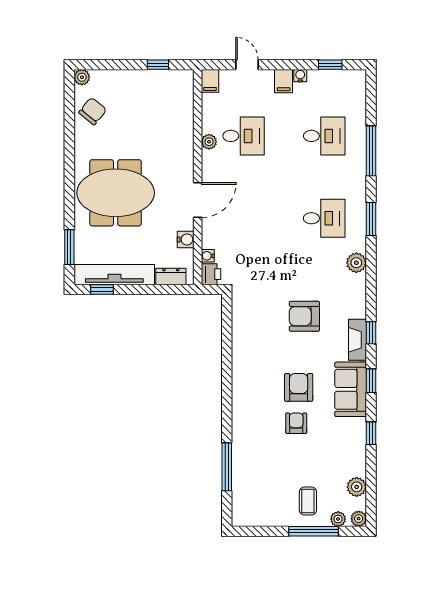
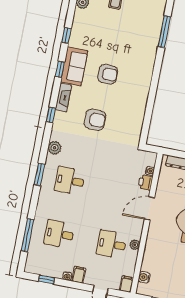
window: (371, 151) -> (28, 235), moved
water cooler: (186, 239) -> (144, 277), moved
printer: (211, 274) -> (145, 183), moved
window: (371, 333) -> (51, 115), moved
armchair: (299, 387) -> (108, 74), turned -90
armchair: (296, 423) -> (114, 51), removed

